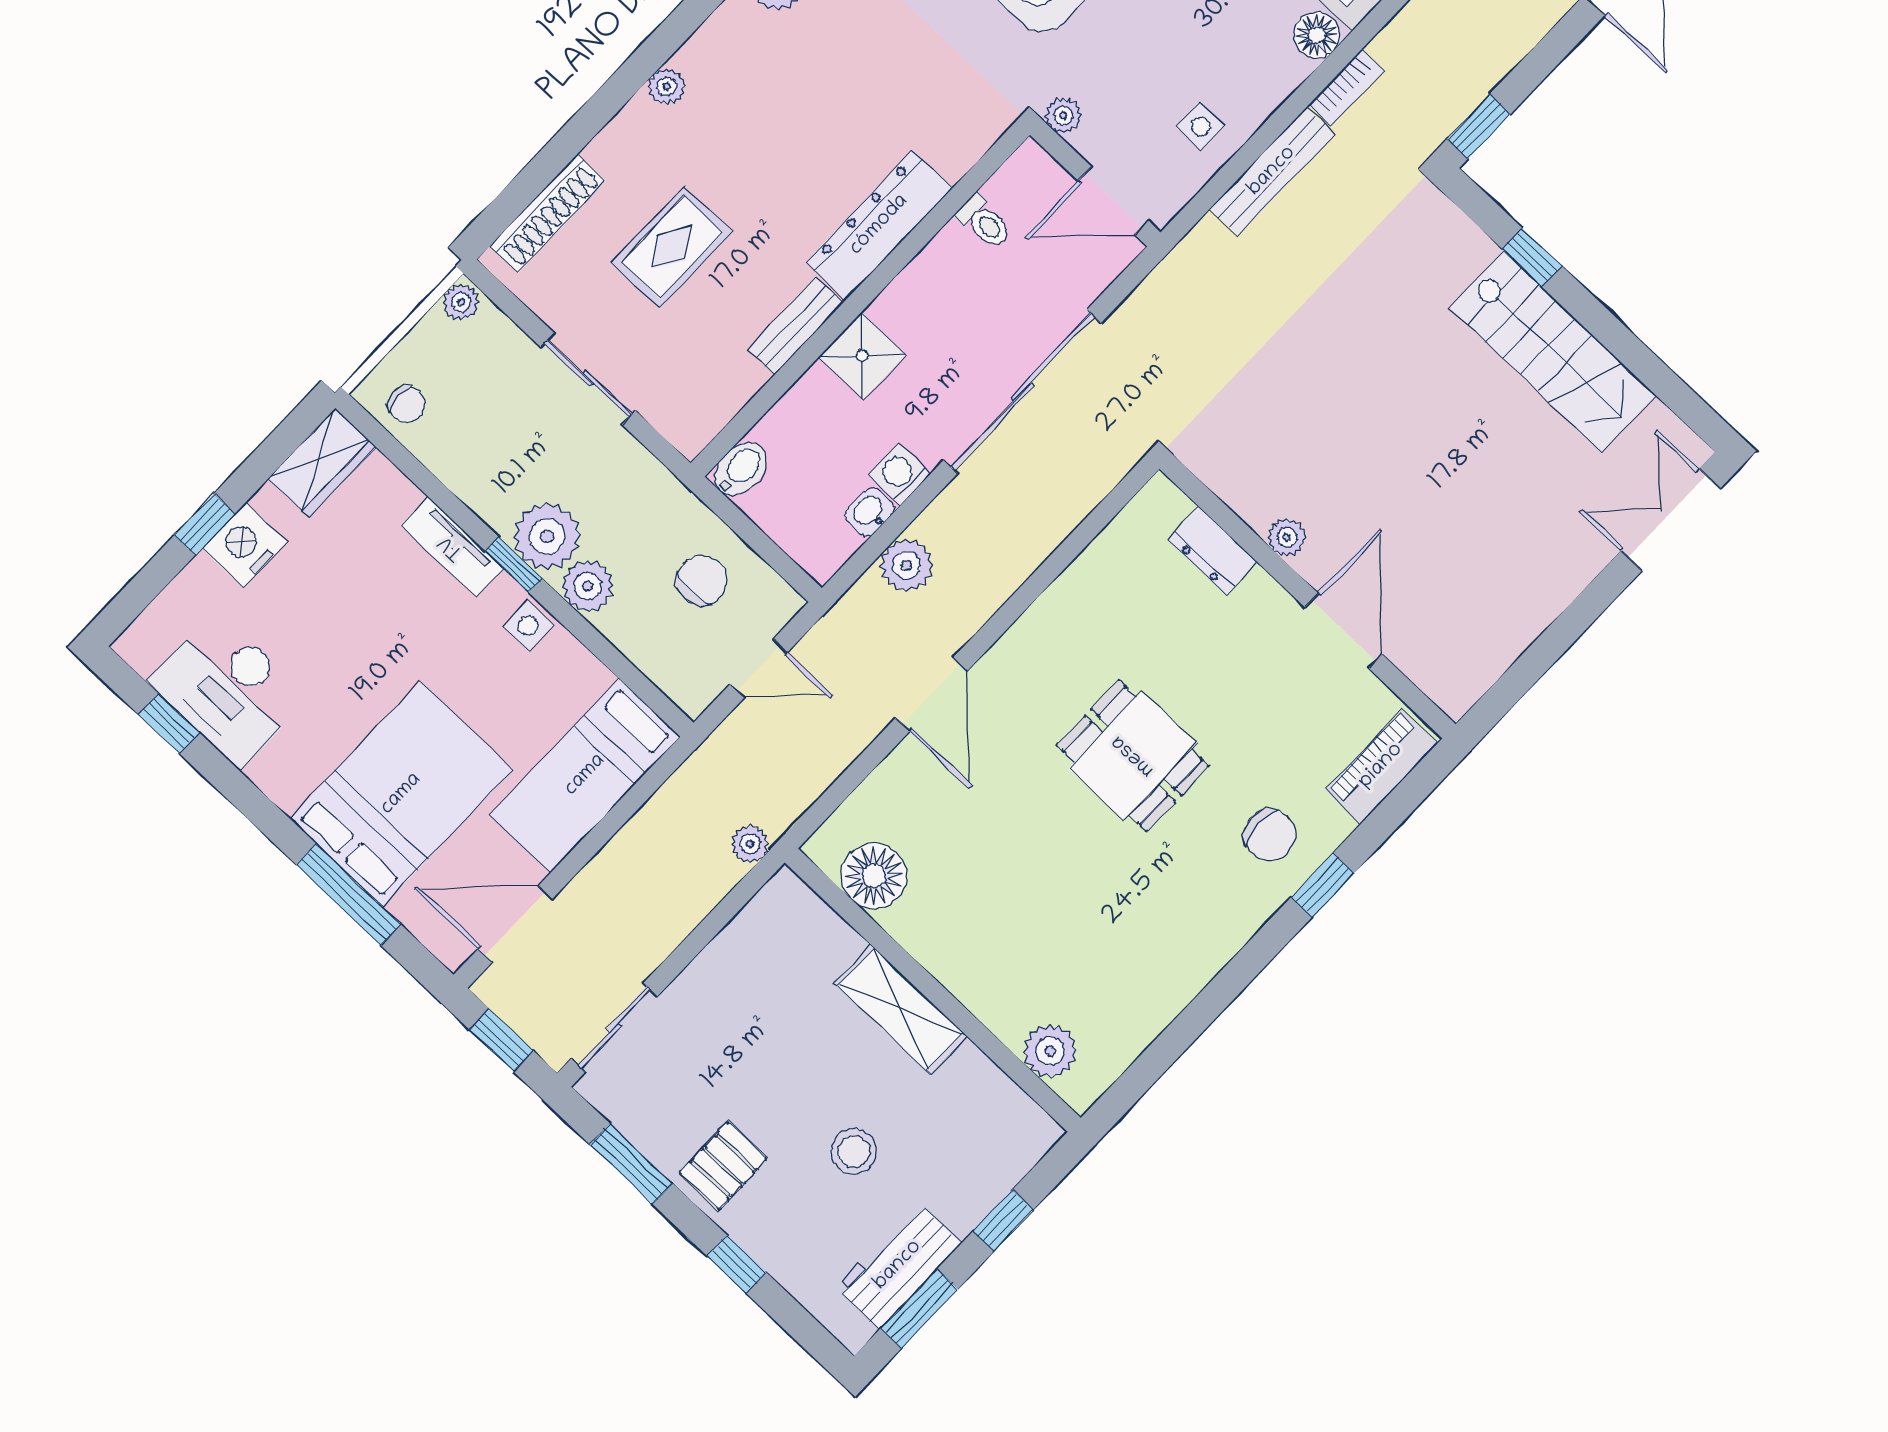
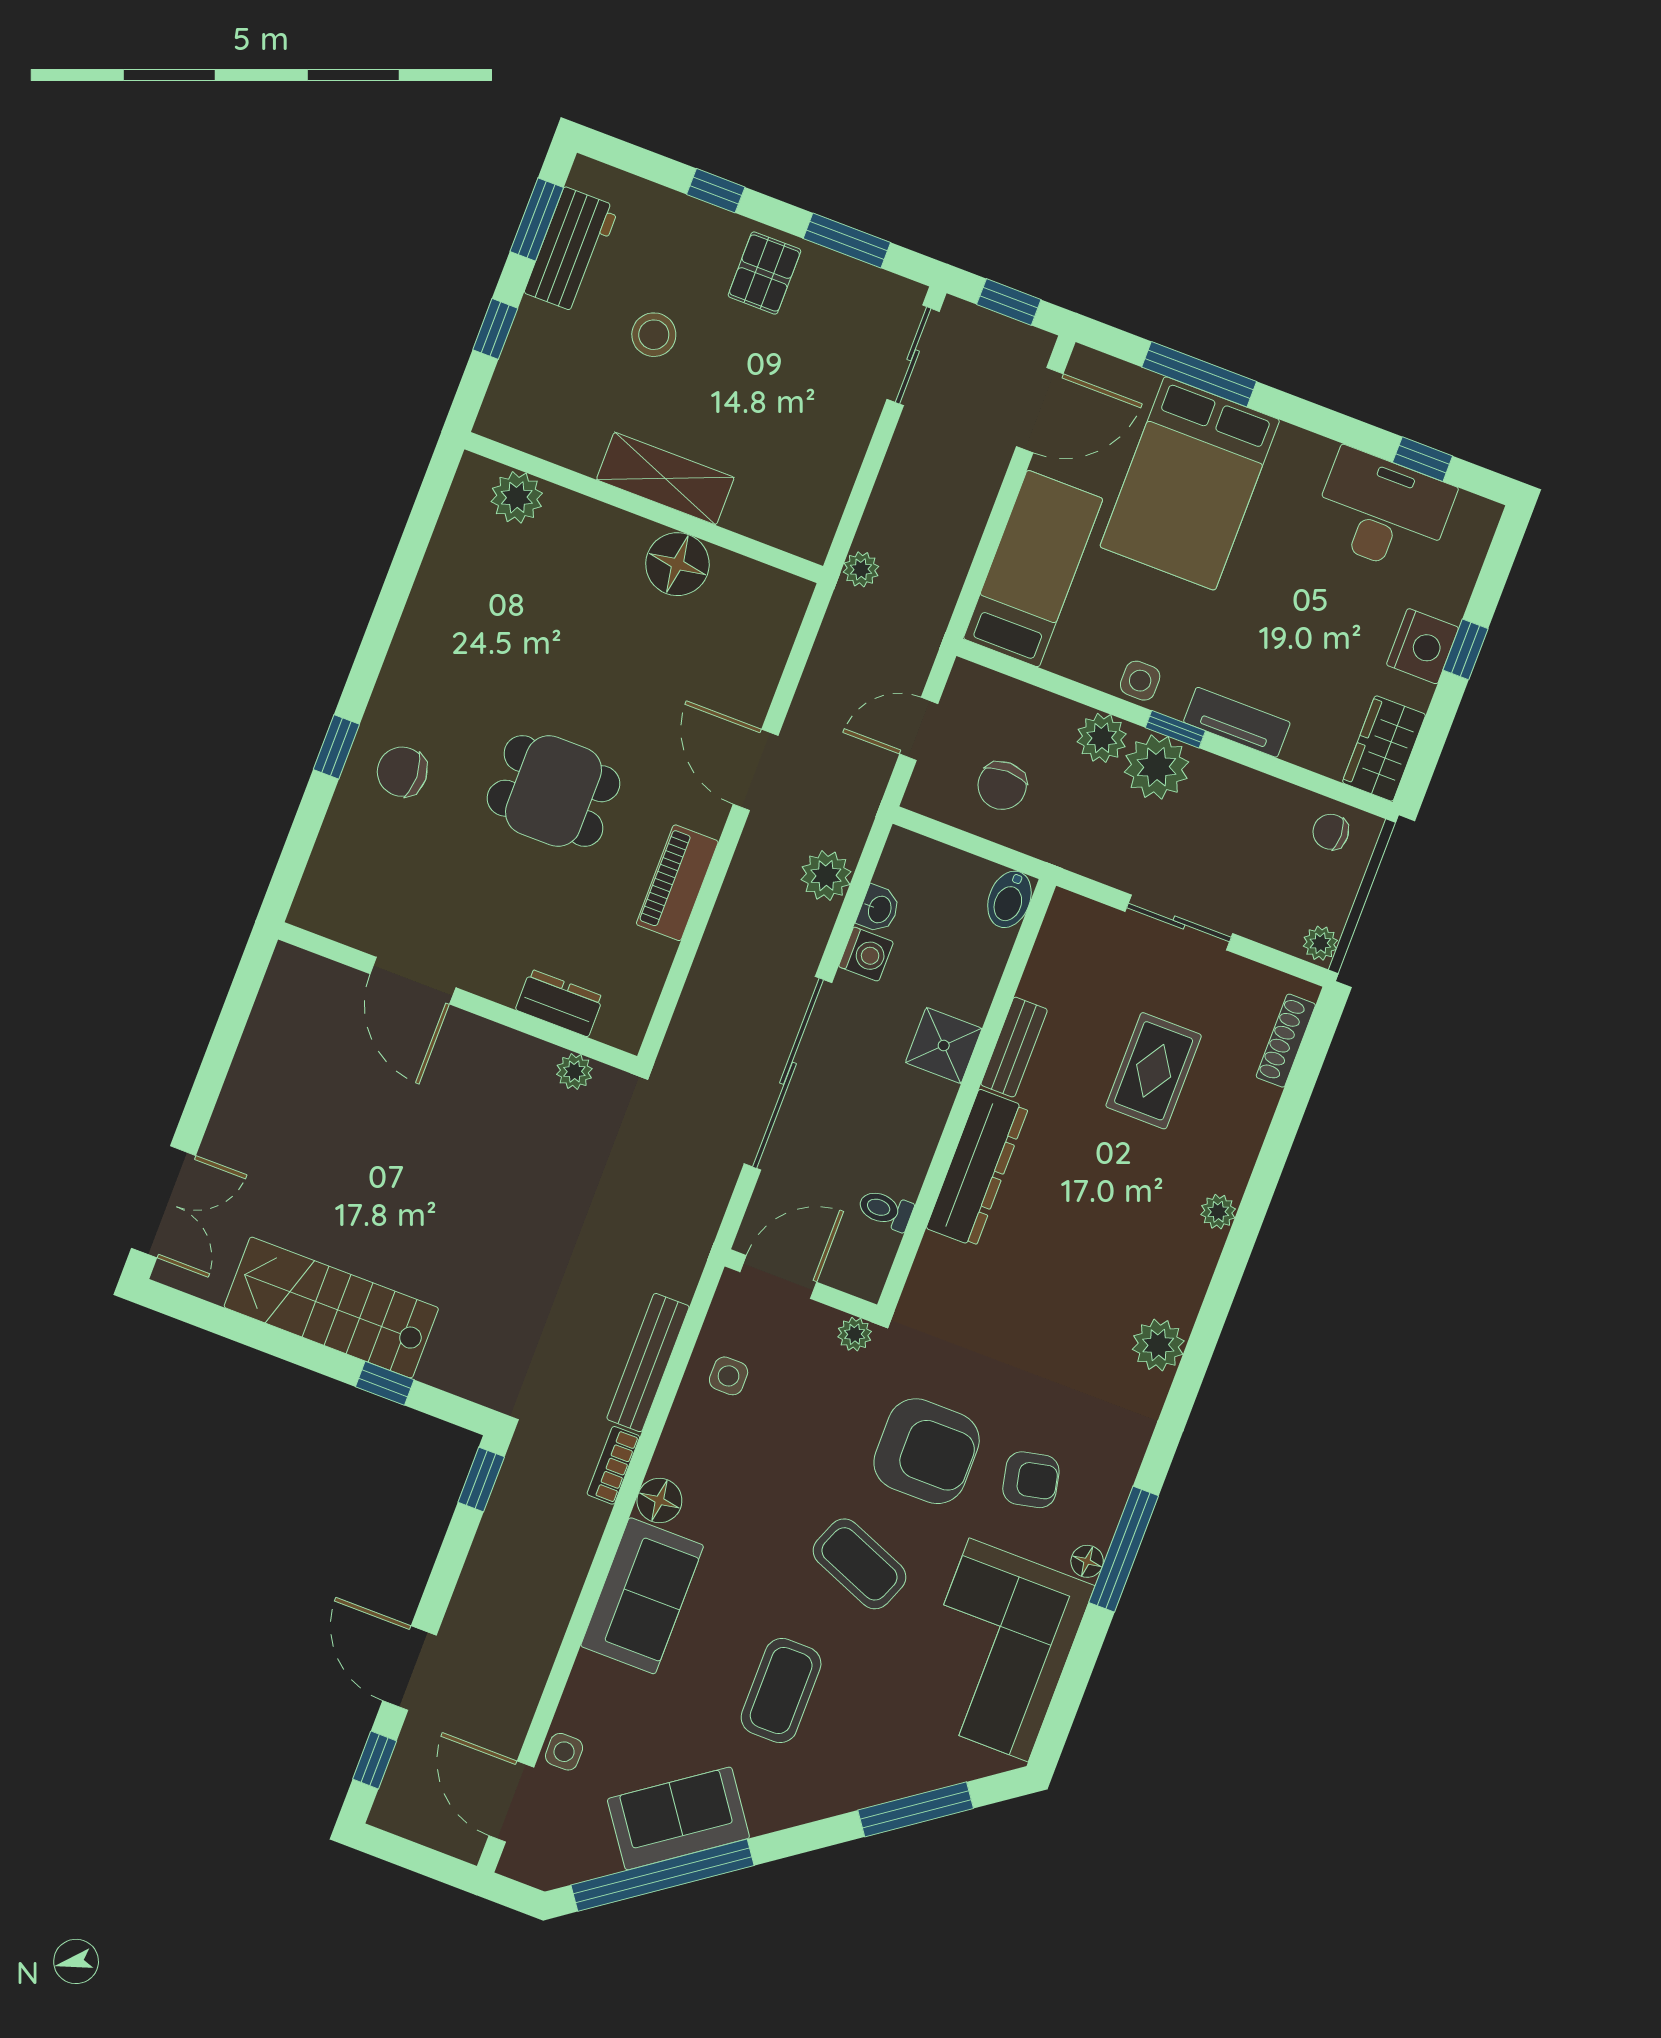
shoe rack: (548, 213) -> (1286, 1041), width x0.74, depth x0.81
plant: (1287, 537) -> (574, 1072), moved
piano: (1381, 766) -> (677, 883), moved, turned 180
floor lamp: (874, 876) -> (677, 564), moved

